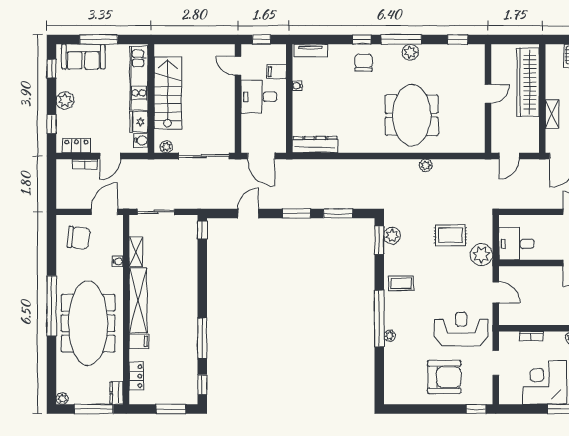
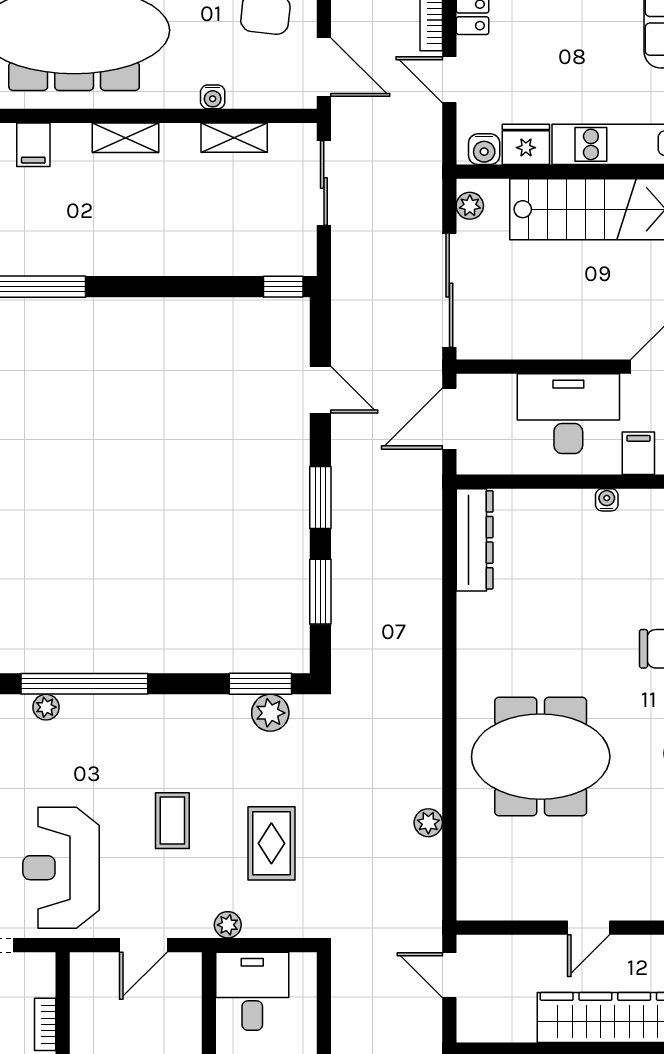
door: (488, 94) -> (589, 928), hinge flipped
desk: (259, 97) -> (568, 414), width x1.37
plant: (426, 165) -> (428, 823), moved
plant: (481, 255) -> (228, 925), width x0.53, depth x0.53
coffee table: (401, 283) -> (172, 821), moved
shelving: (138, 300) -> (125, 138), width x0.45, depth x0.75
reception desk: (461, 329) -> (61, 868), turned 180

